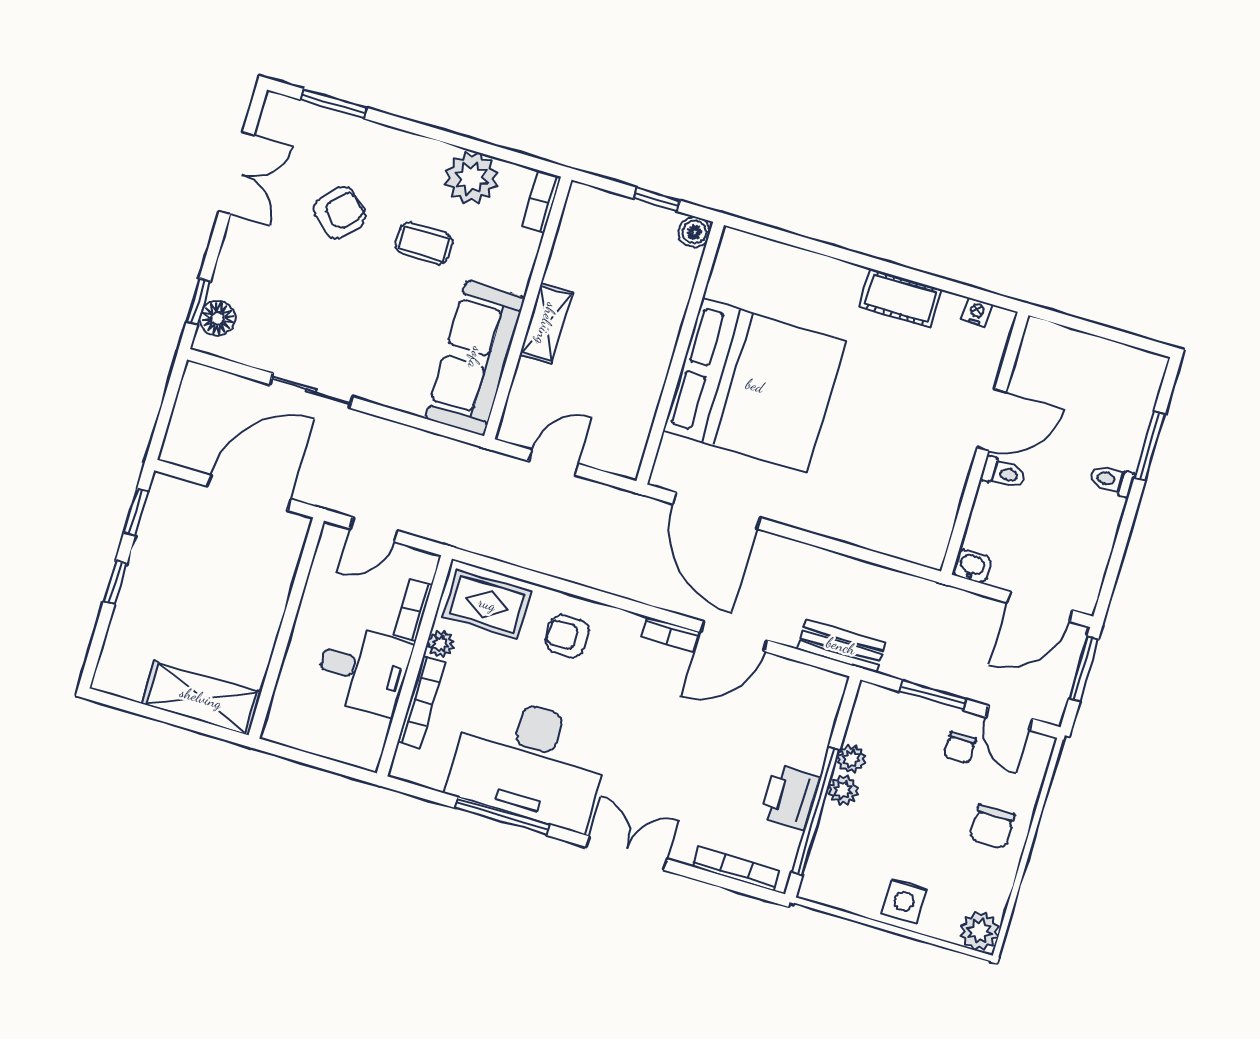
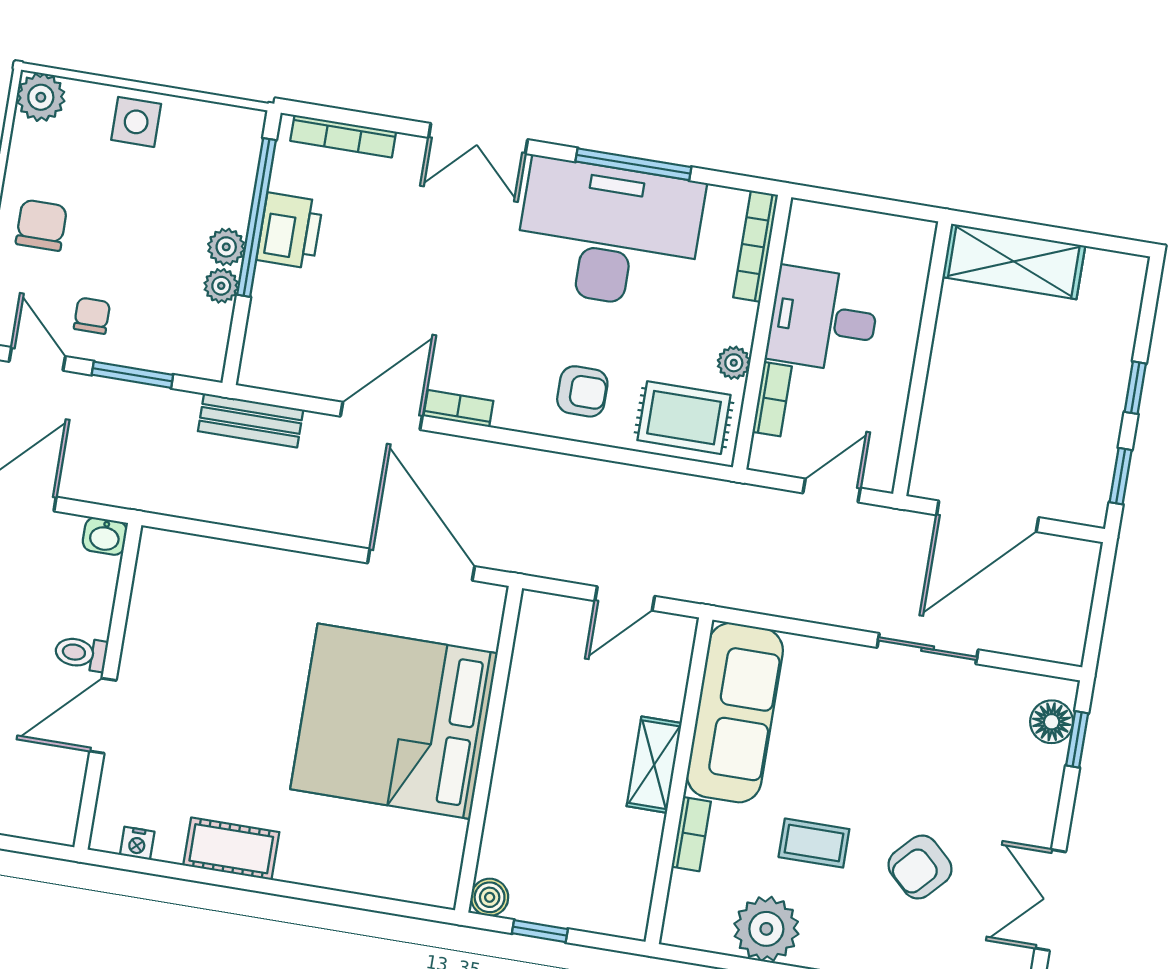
bookcase: (542, 201) -> (691, 834), moved
bookcase: (421, 702) -> (756, 246), moved

